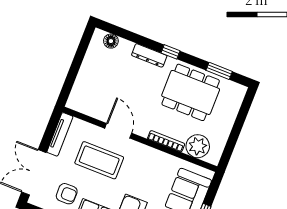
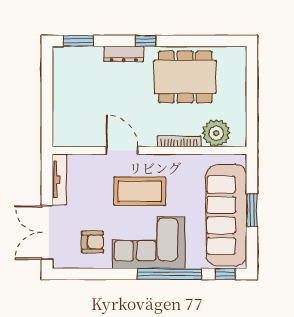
floor lamp: (111, 41) -> (75, 55), removed
window: (219, 71) -> (78, 41), moved
coffee table: (99, 160) -> (140, 191), moved

